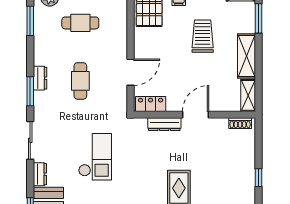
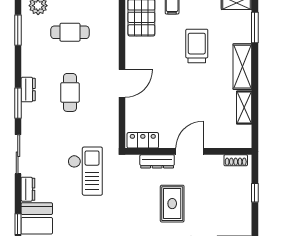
locker: (151, 104) -> (143, 140), moved
wall: (194, 115) -> (188, 151), moved
door: (196, 115) -> (190, 151), moved
shoe rack: (240, 123) -> (236, 160), moved
dresser: (164, 124) -> (157, 161), moved

